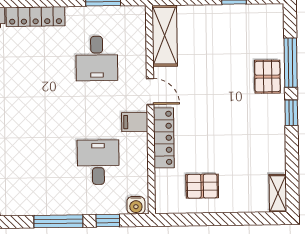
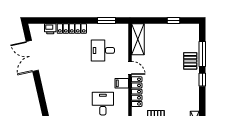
desk: (97, 58) -> (103, 50), turned 90

